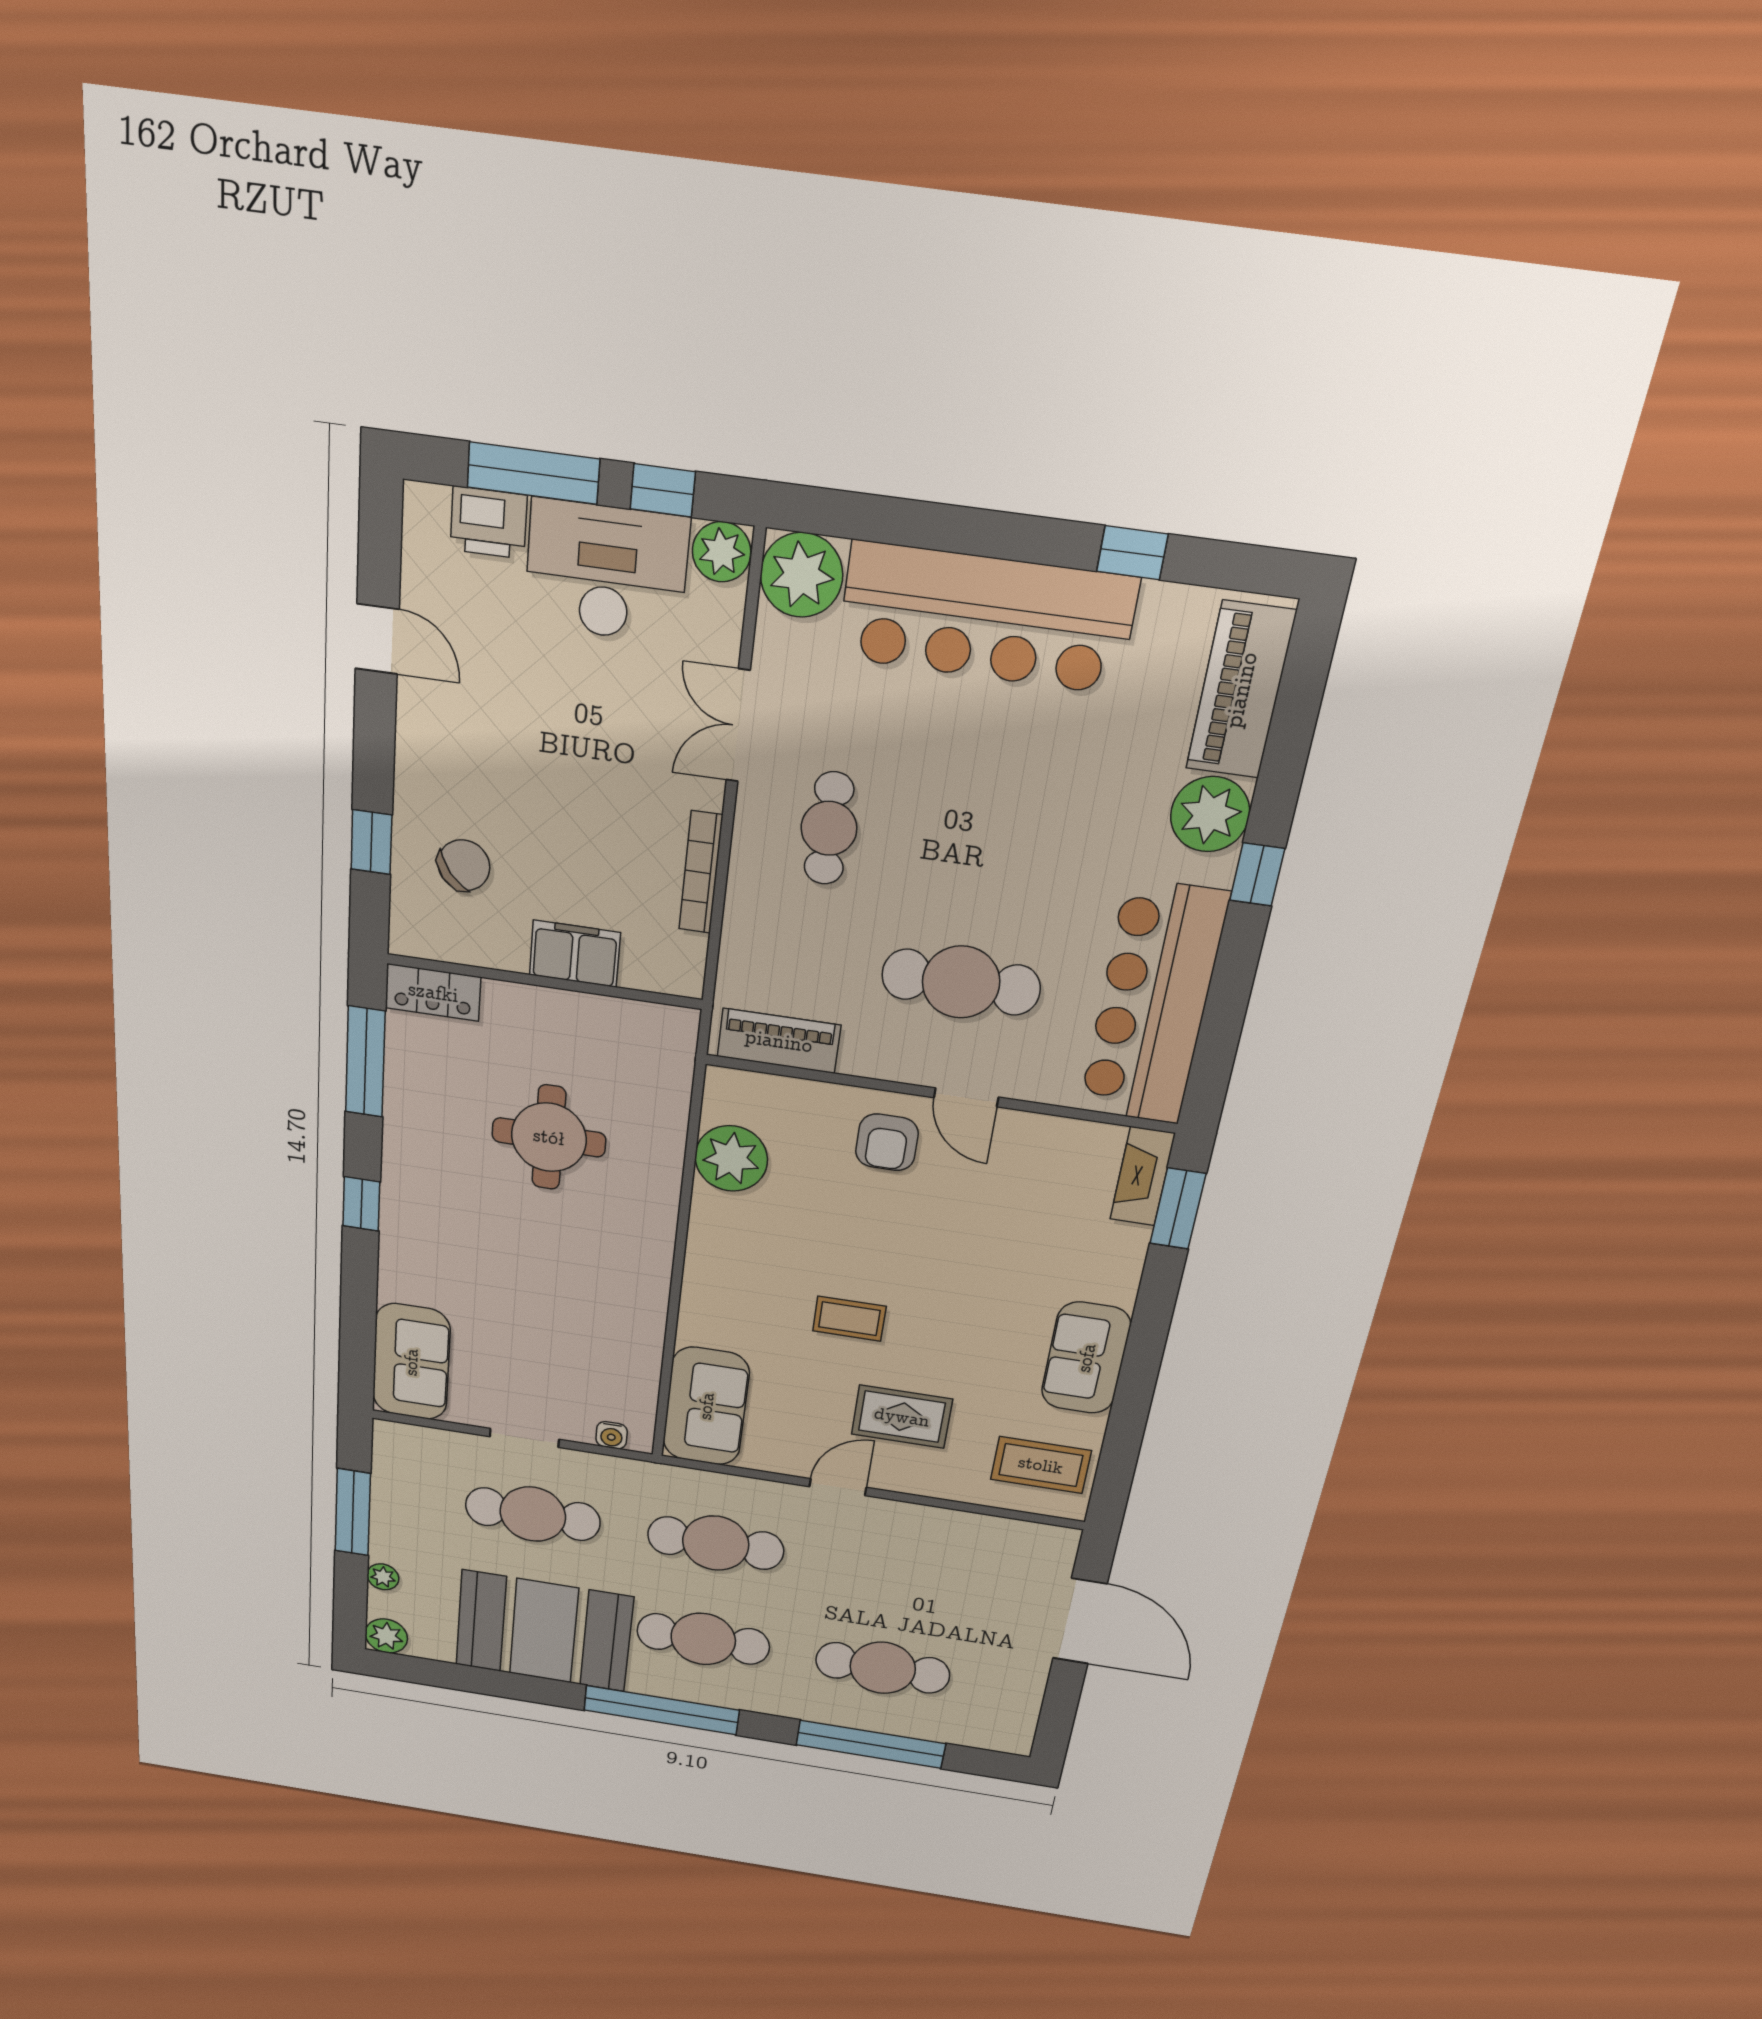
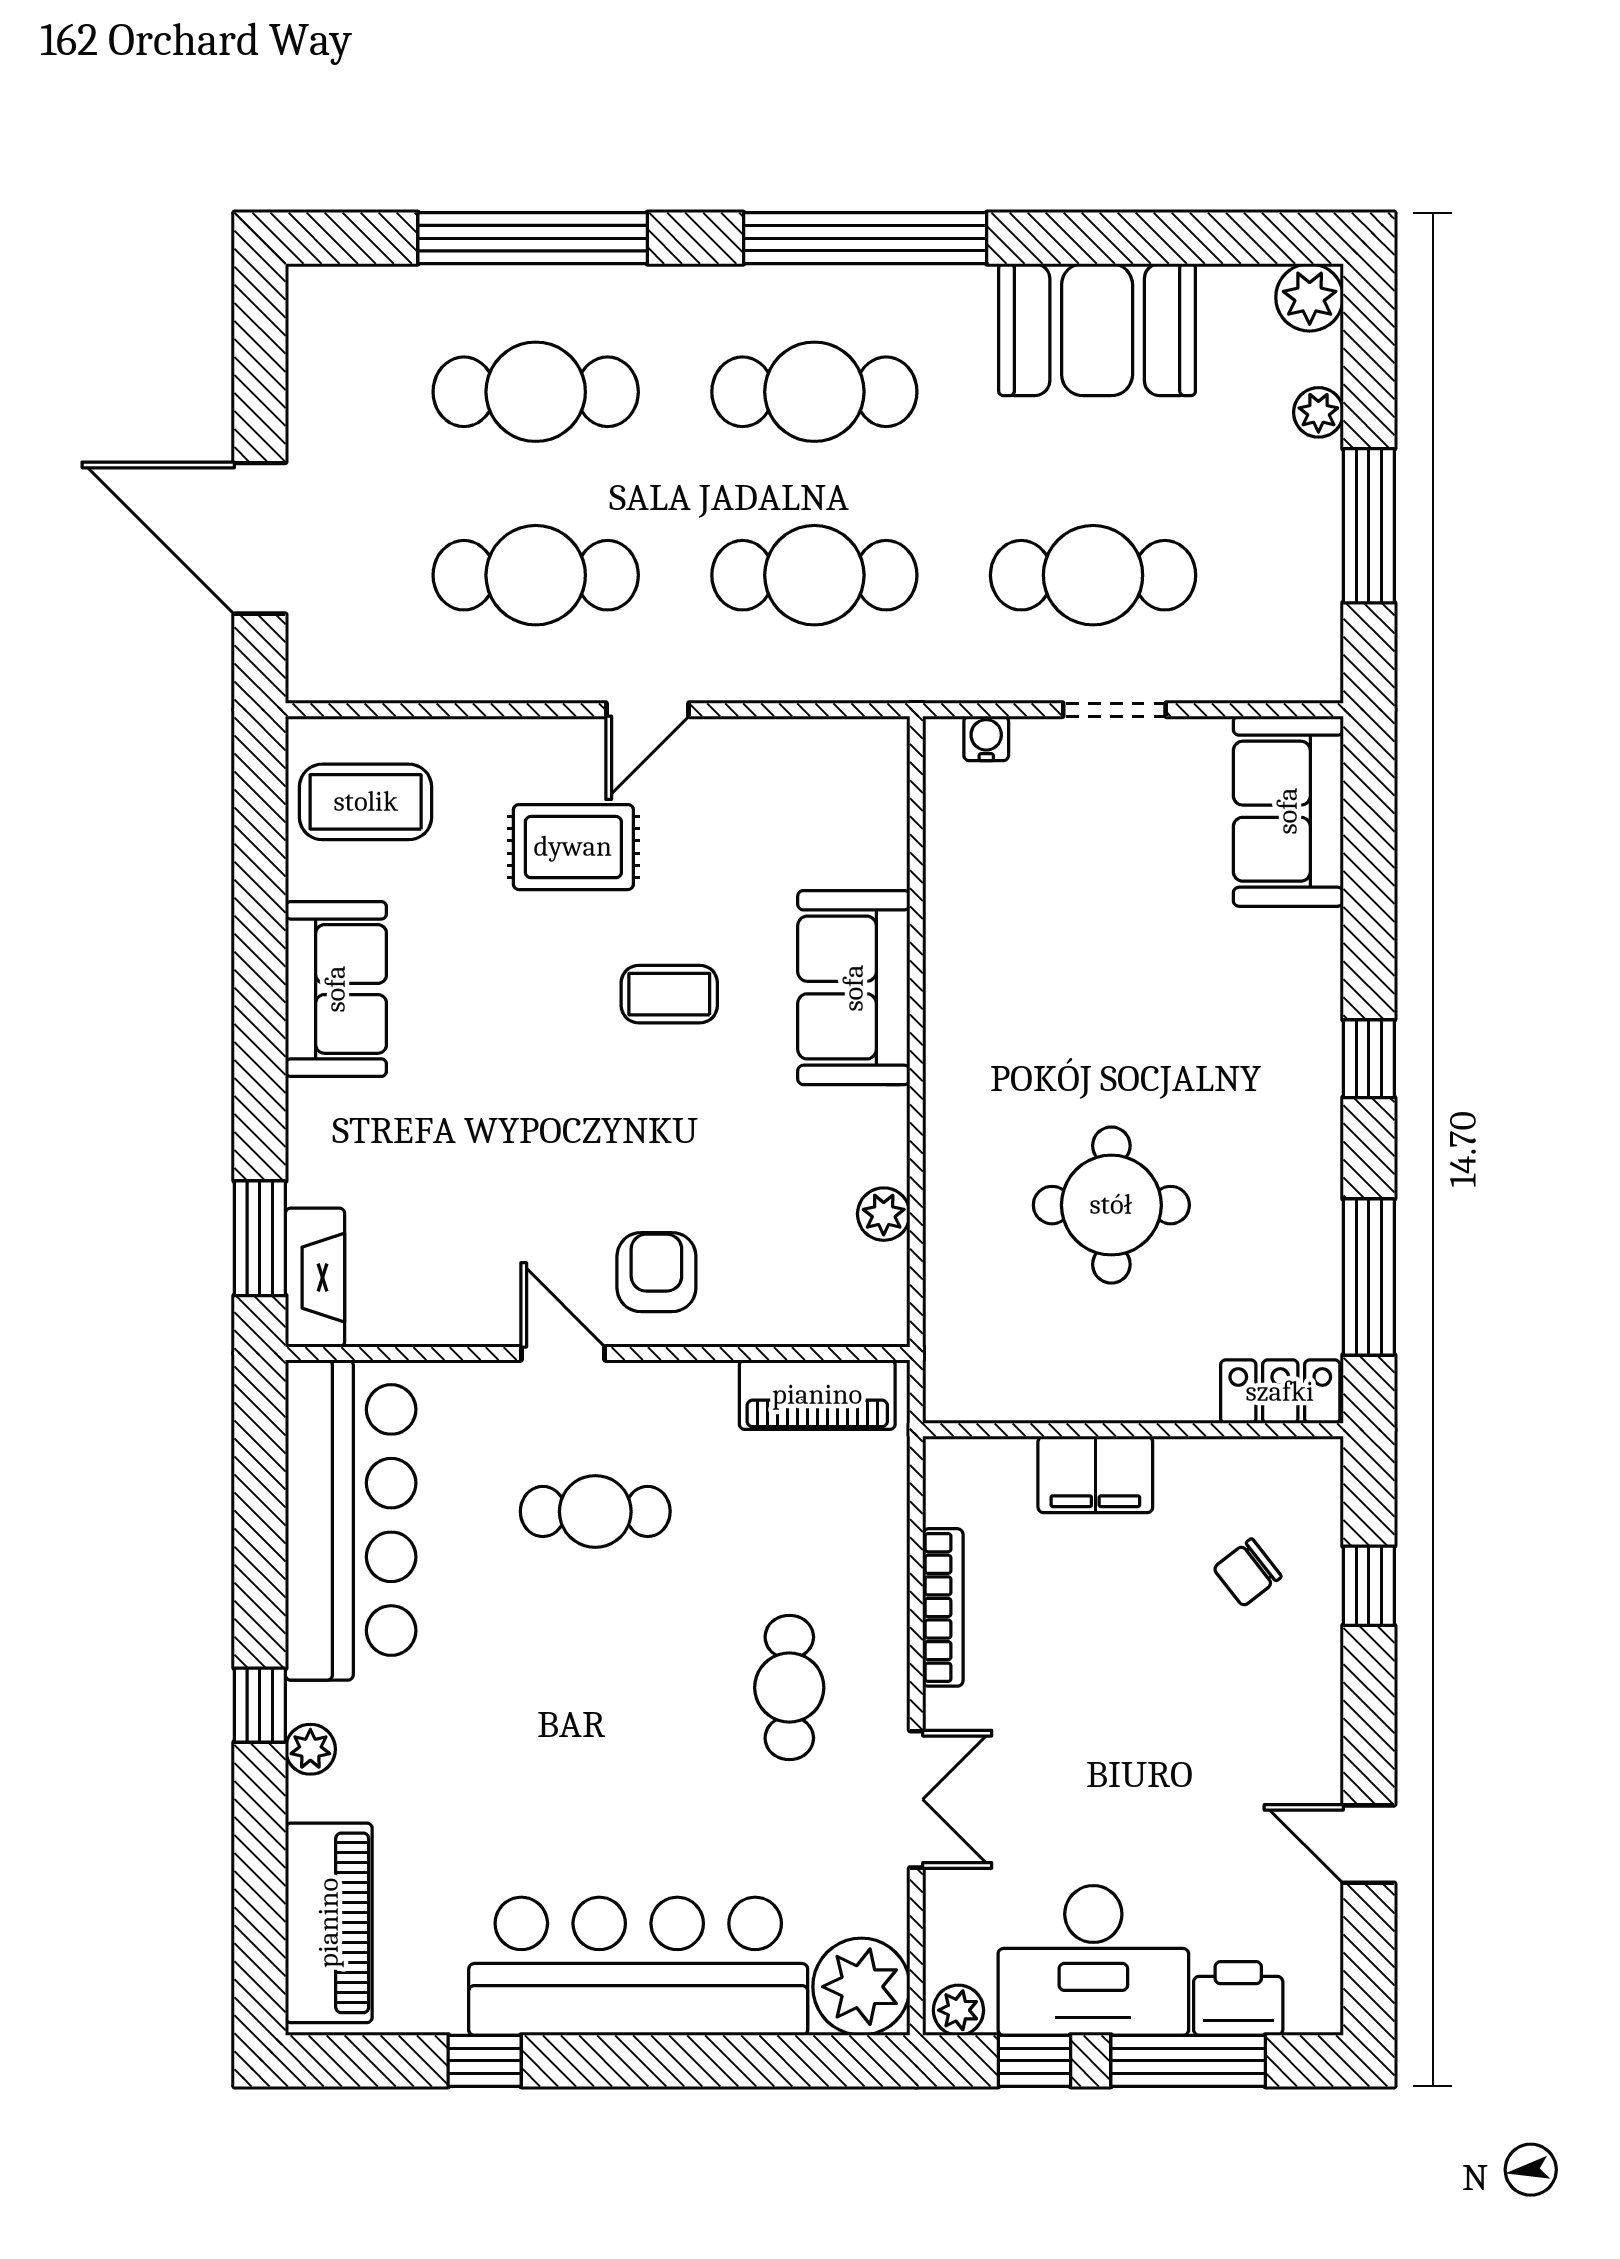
plant: (722, 552) -> (958, 2010), width x0.73, depth x0.73
plant: (1210, 814) -> (310, 1749), width x0.53, depth x0.53
chair: (464, 865) -> (1247, 1572), width x0.73, depth x0.73
cafe table: (961, 982) -> (595, 1511), width x0.73, depth x0.74
plant: (731, 1158) -> (884, 1214), width x0.53, depth x0.53
sofa: (706, 1406) -> (854, 988), moved
cafe table: (900, 1572) -> (536, 575), added
booth: (544, 1631) -> (1097, 330), width x0.73, depth x0.70

